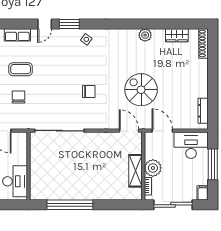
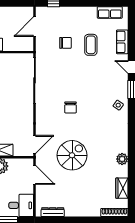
door: (162, 131) -> (35, 175), hinge flipped
desk: (191, 145) -> (21, 205), width x0.73

